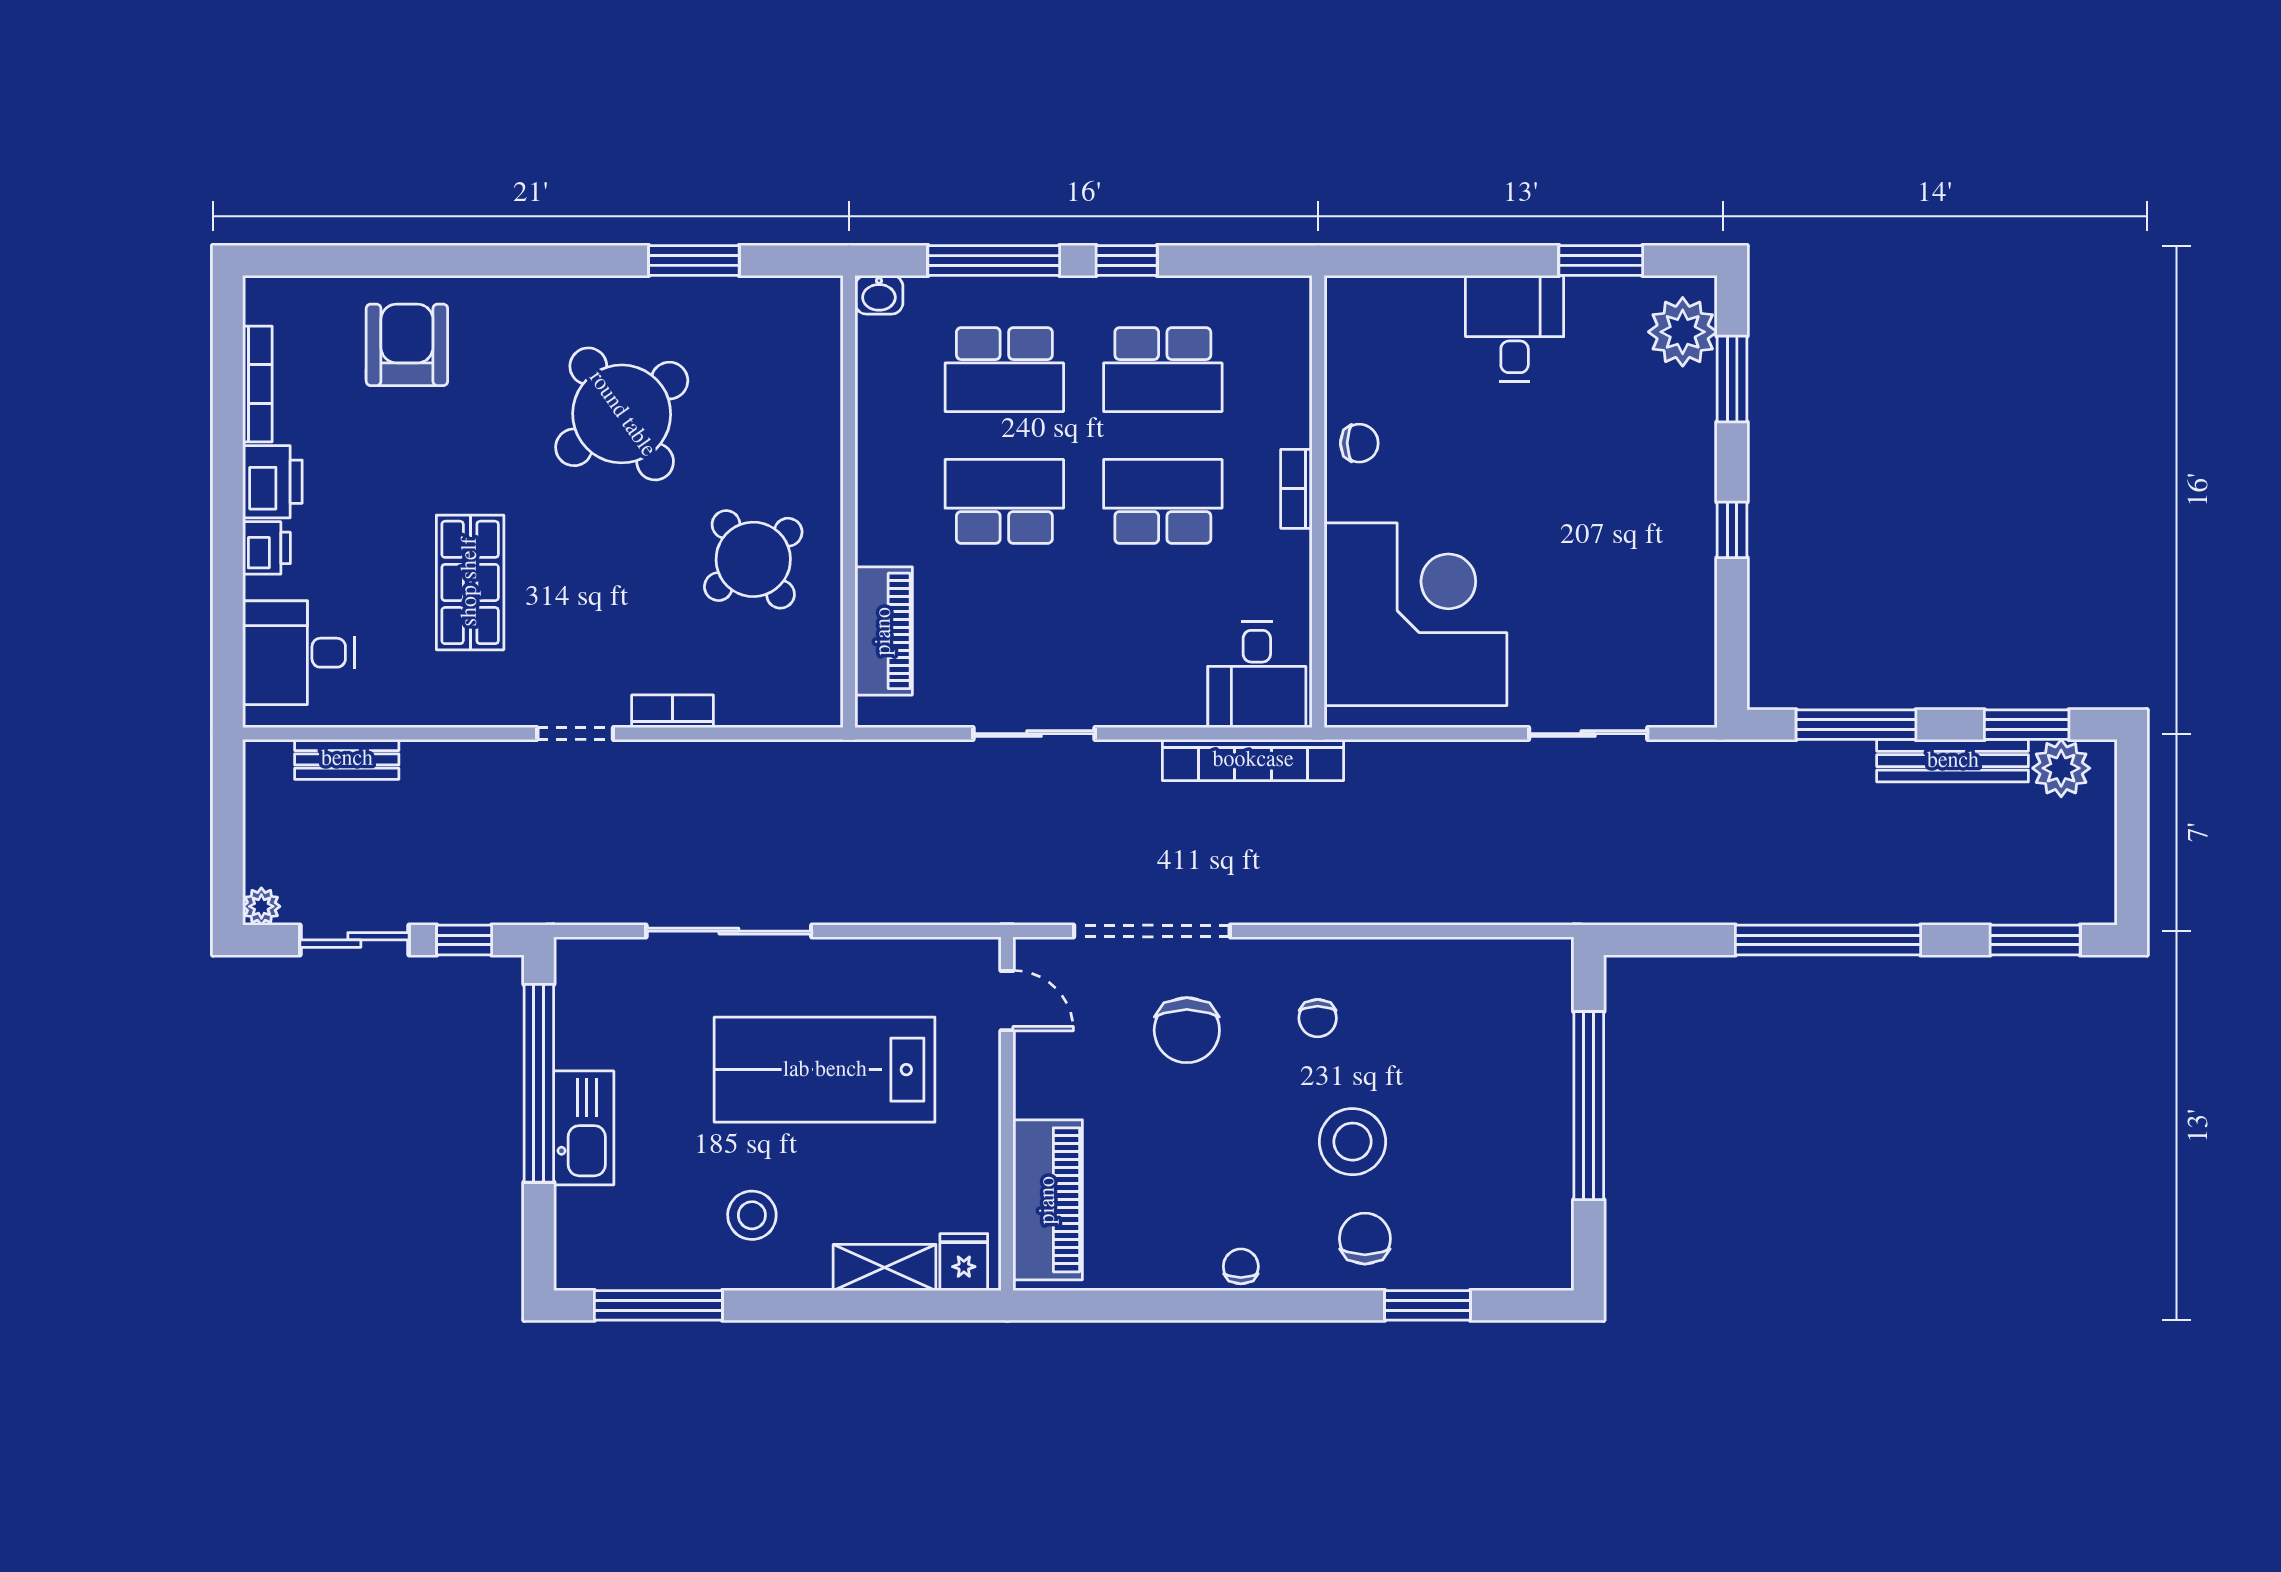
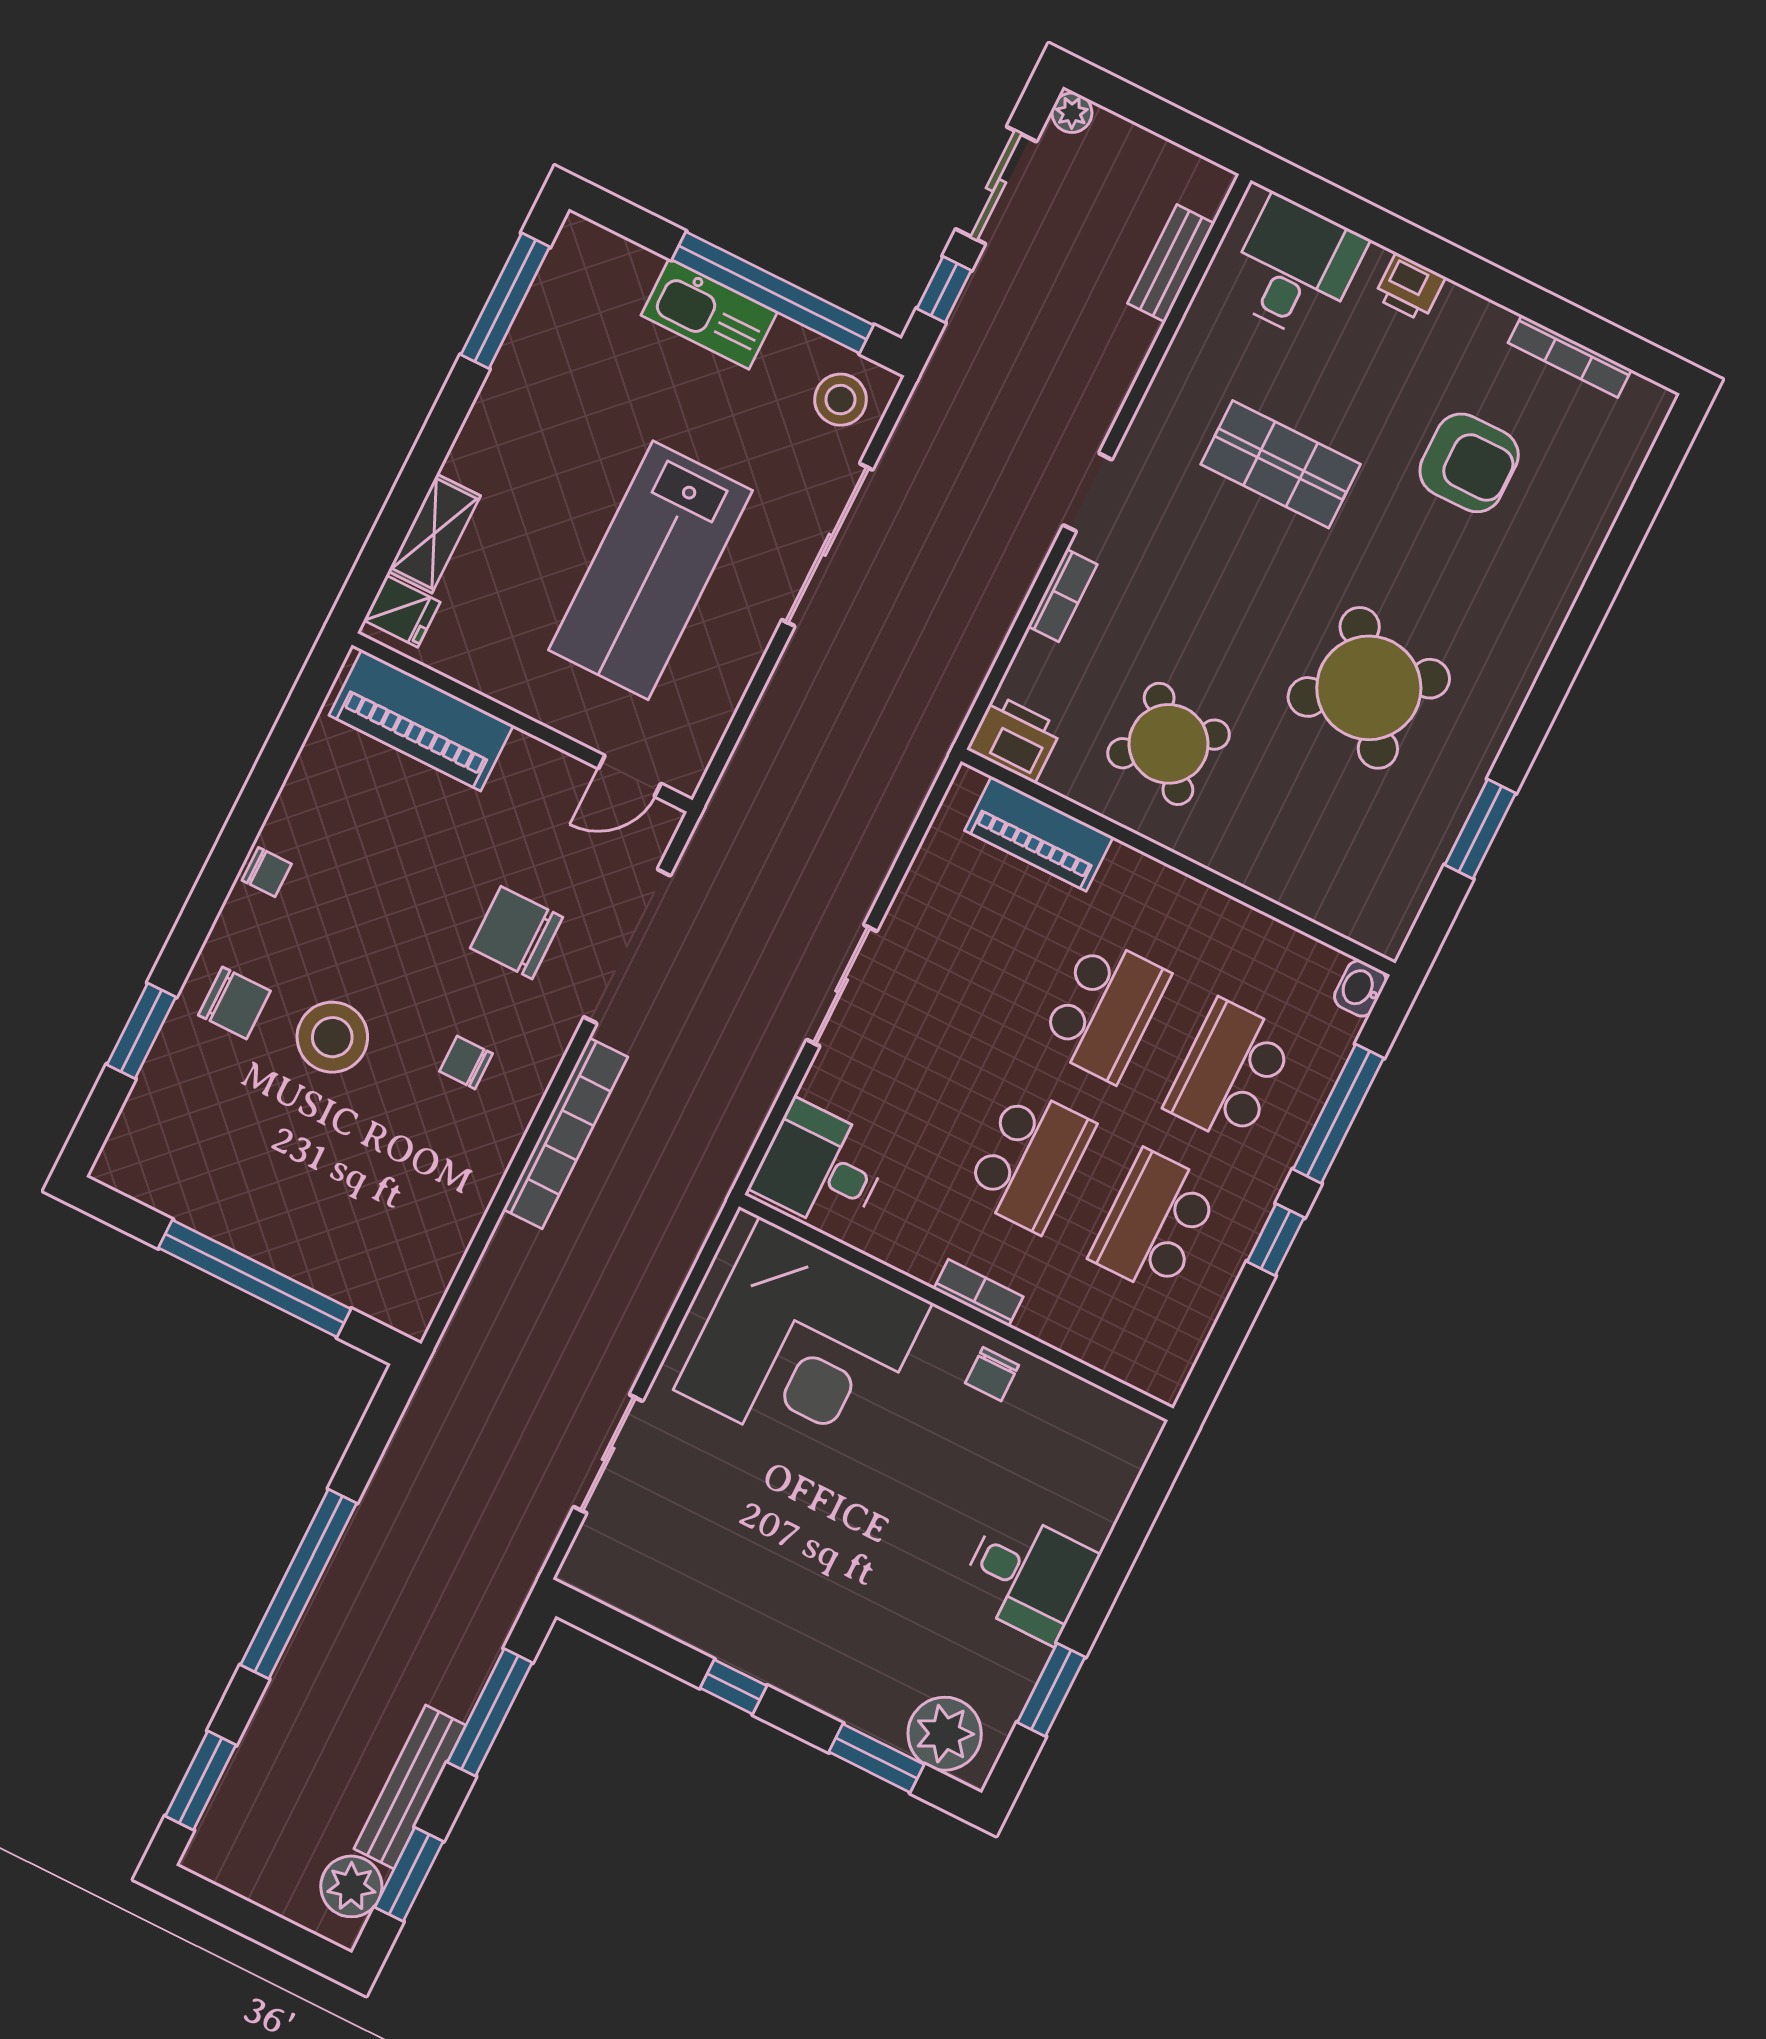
armchair: (407, 345) -> (1469, 463), moved
printer: (272, 482) -> (1015, 738), moved, turned 180
sliding door: (1034, 734) -> (842, 985), moved
bookcase: (1253, 760) -> (565, 1133), moved, turned 180
lab bench: (825, 1070) -> (650, 570), turned 180
stool: (752, 1215) -> (840, 400), moved

